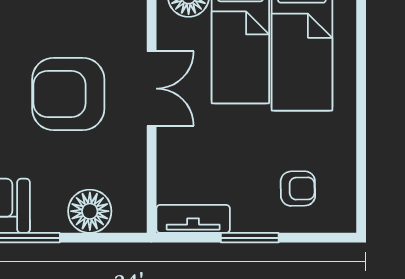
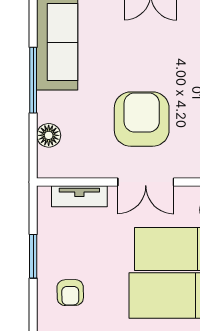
floor lamp: (90, 211) -> (49, 135), width x0.73, depth x0.73
tv unit: (193, 219) -> (79, 196), moved, turned 90

